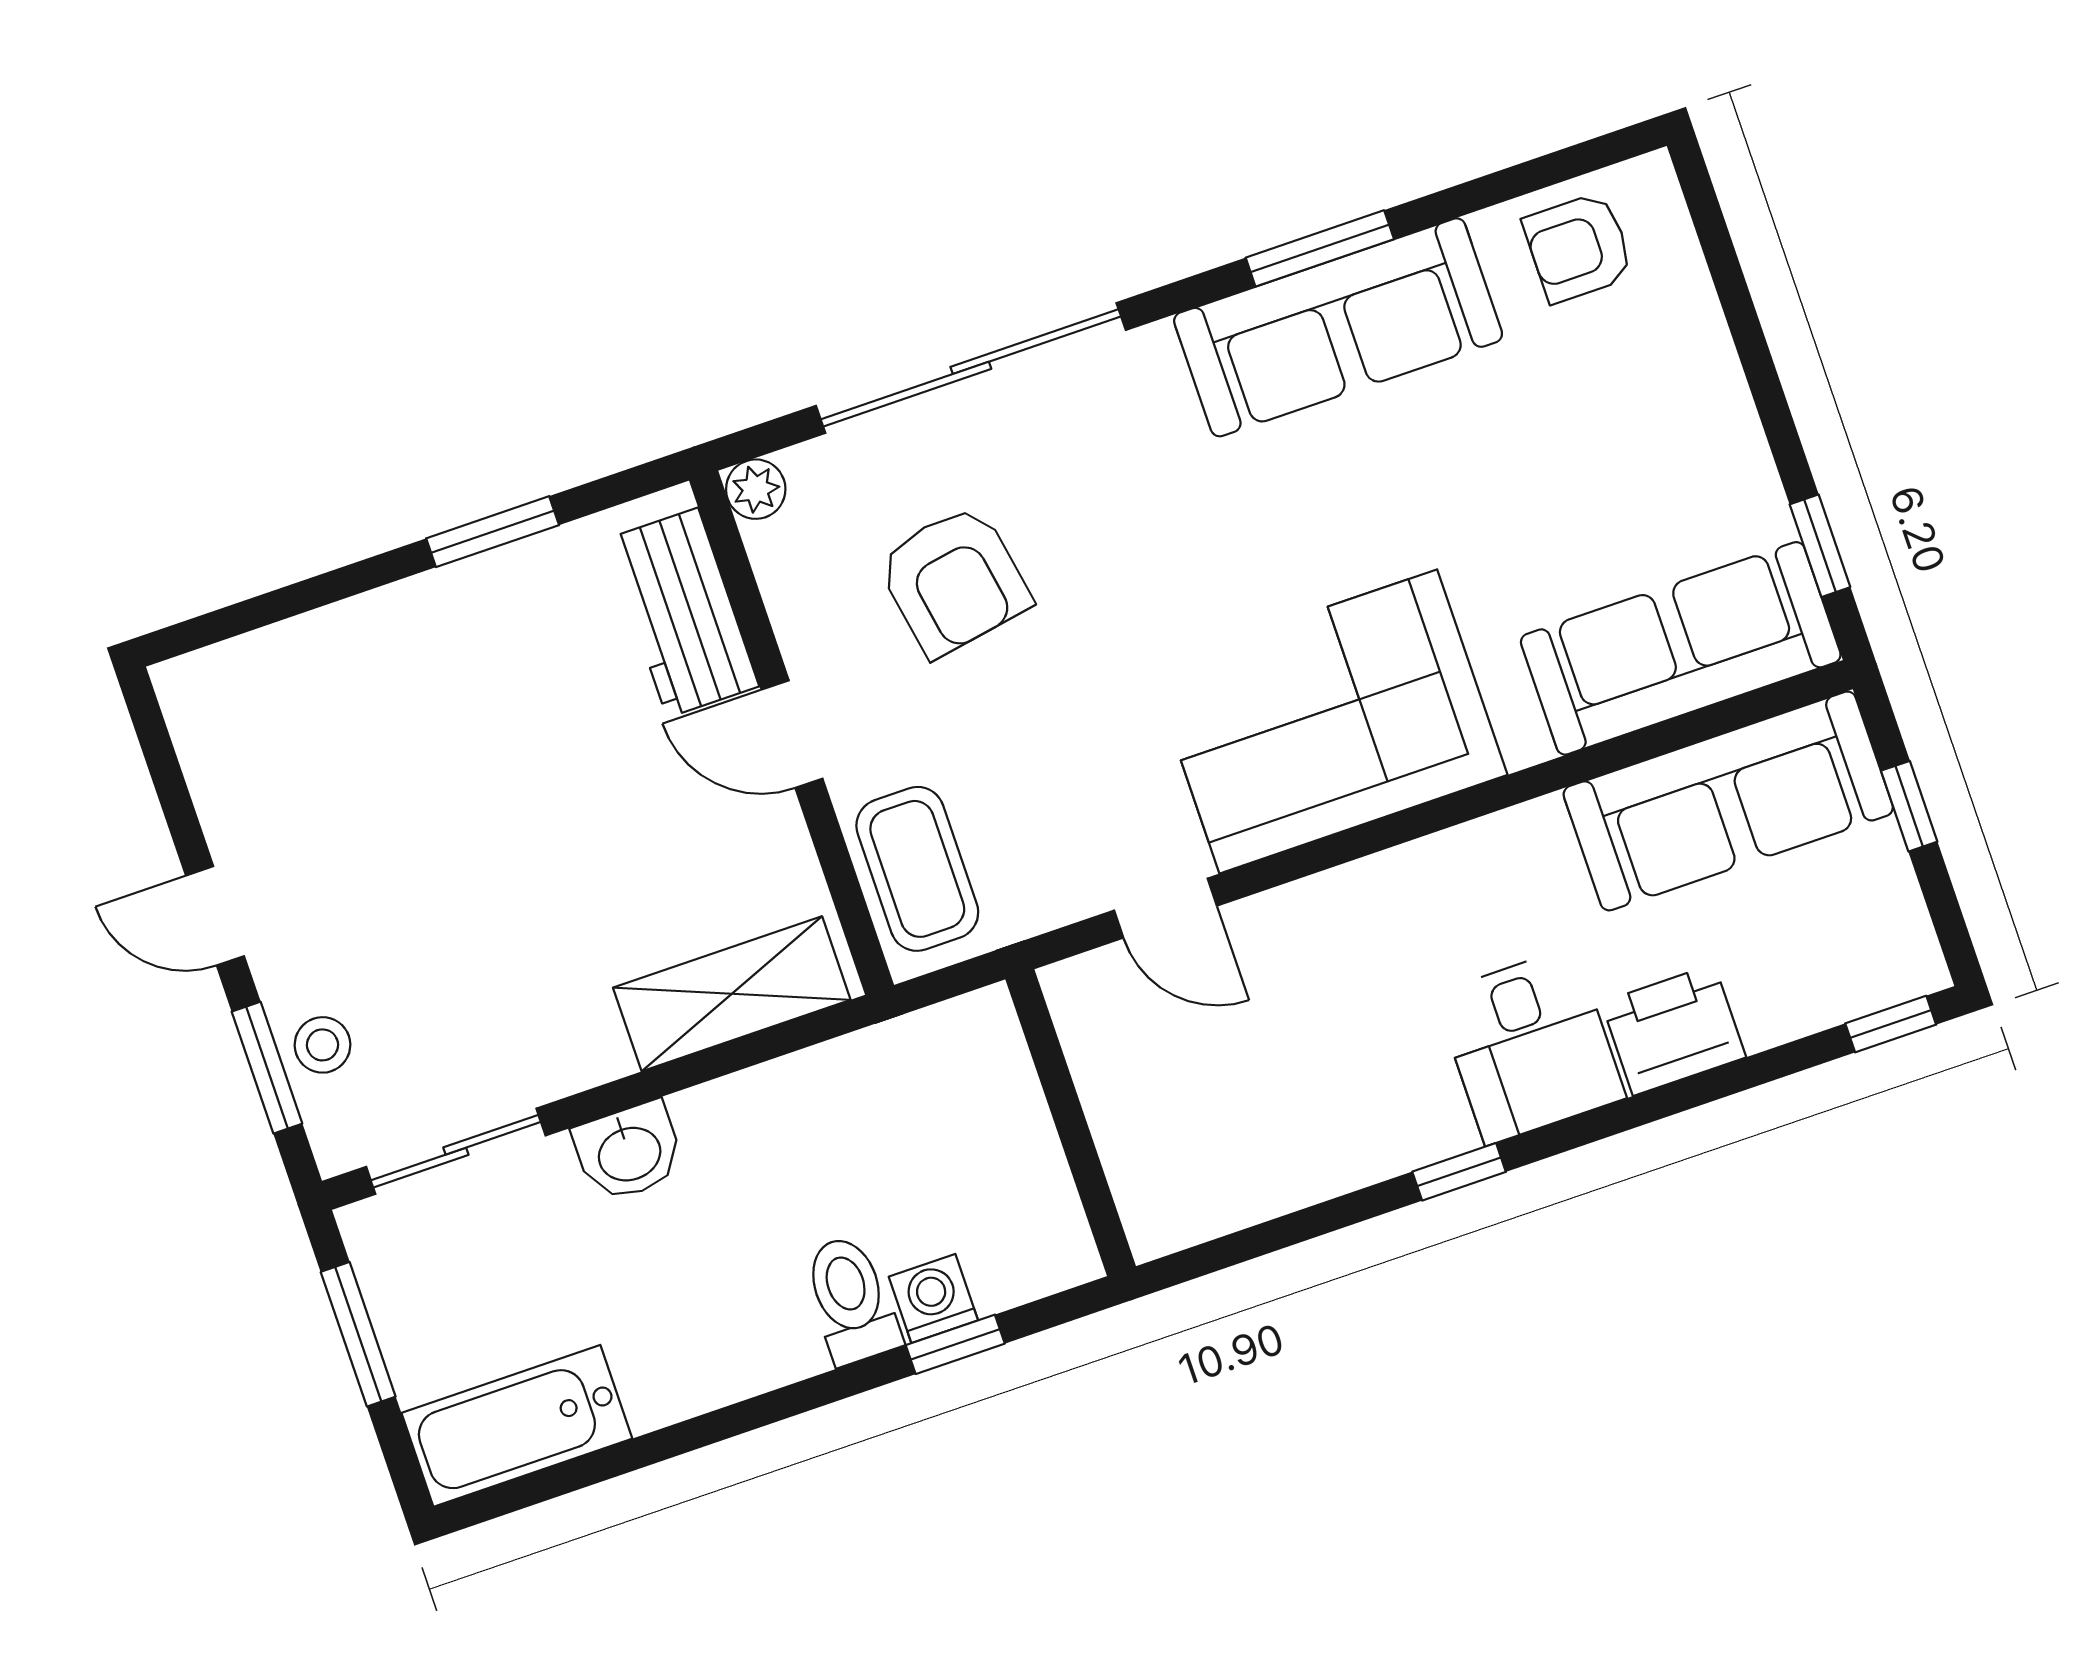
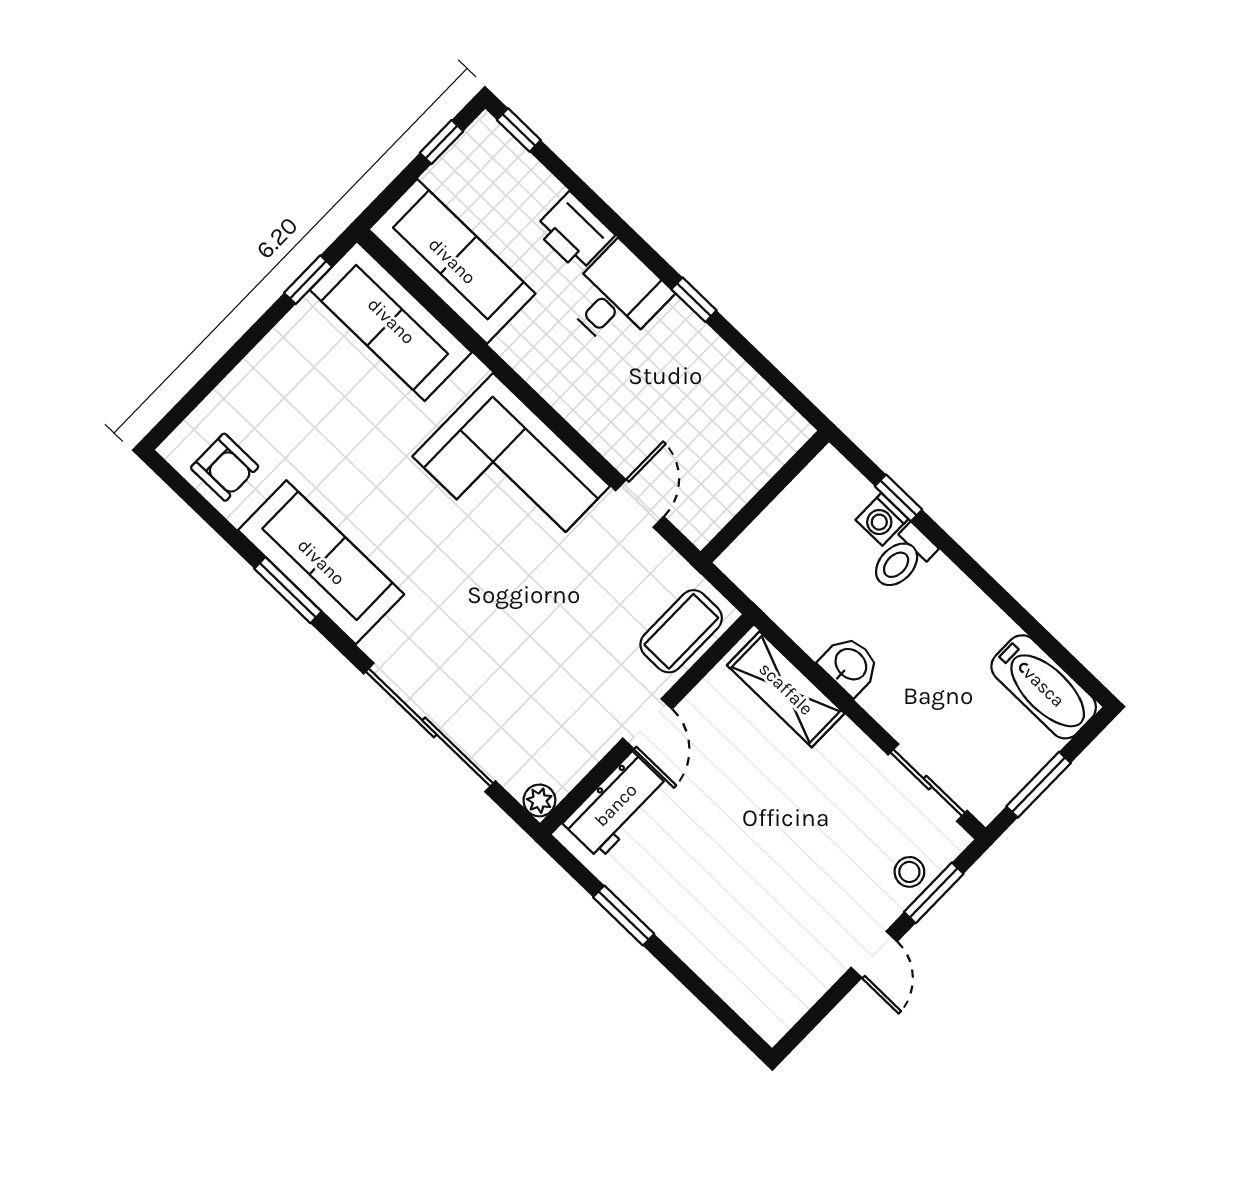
armchair: (954, 580) -> (535, 684), removed
window: (1909, 806) -> (441, 142), moved
washbasin: (629, 1152) -> (850, 665), moved

